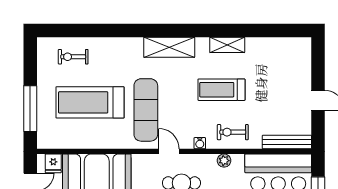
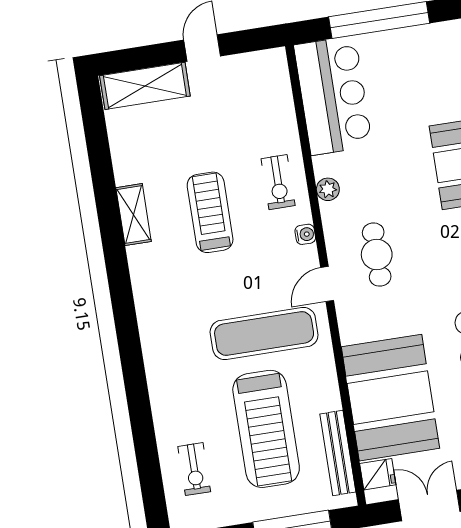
shelving: (169, 47) -> (145, 86), moved, turned 90
treadmill: (221, 90) -> (210, 212), turned 180
bench: (287, 142) -> (338, 453), moved

